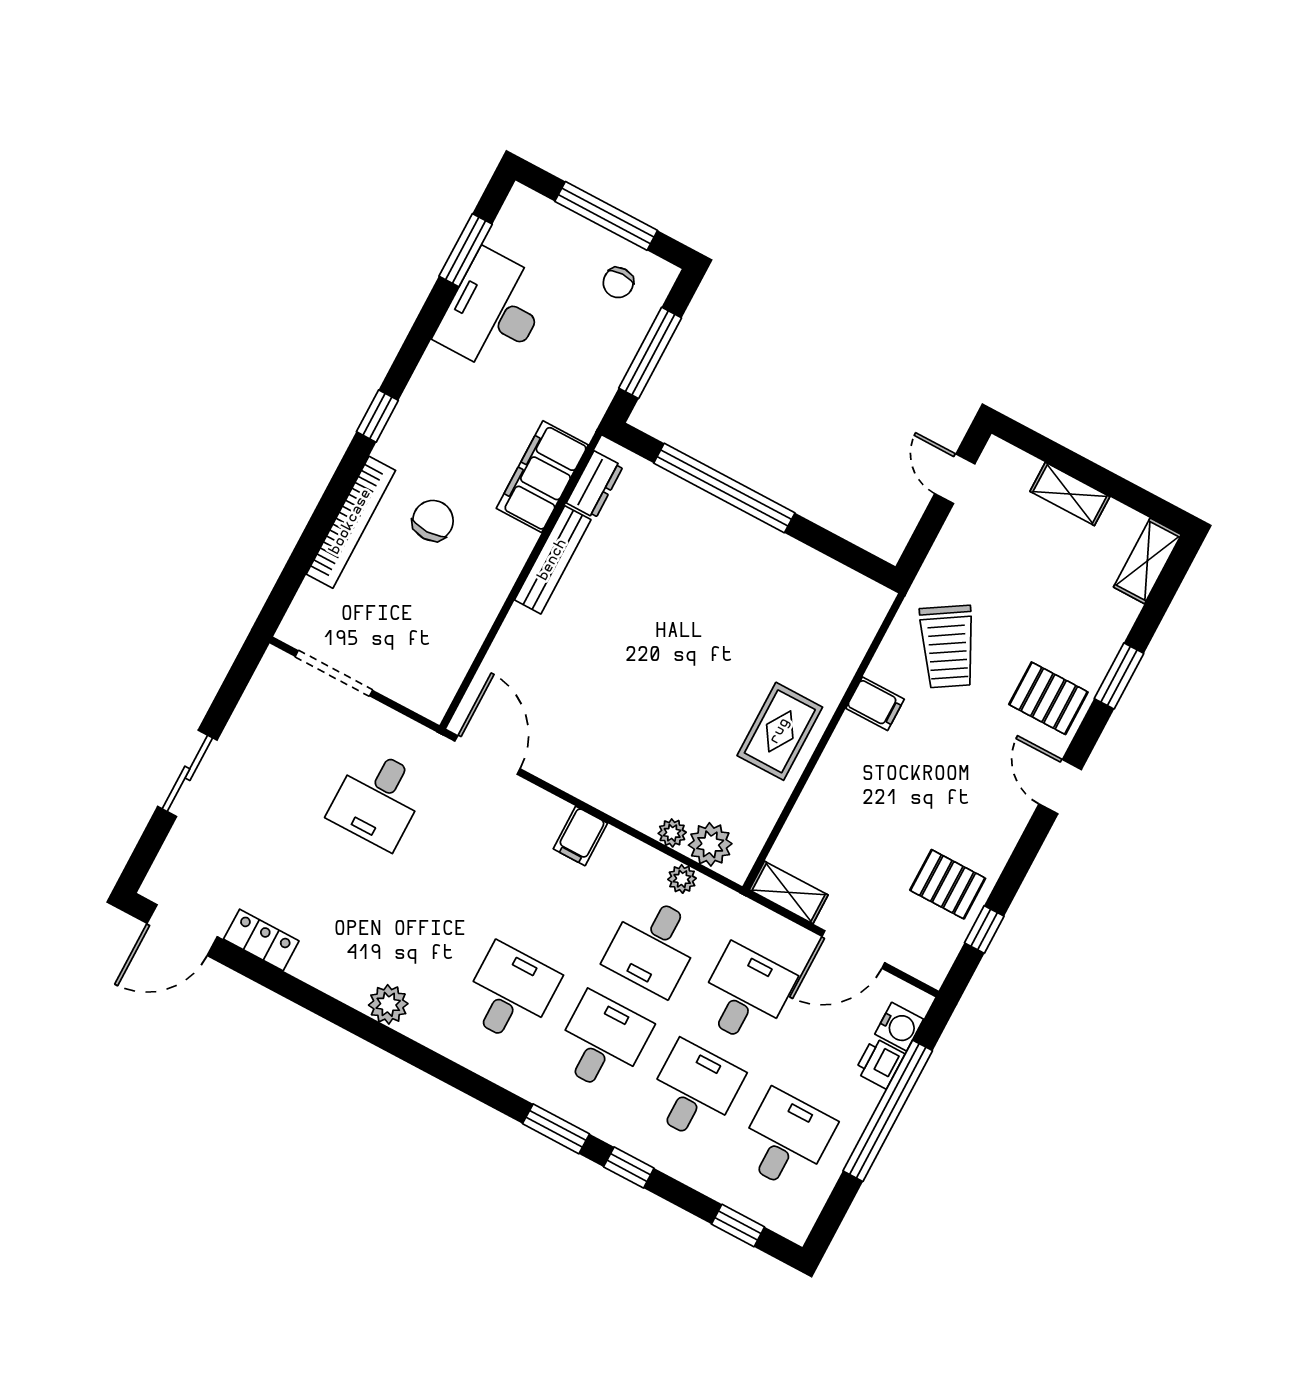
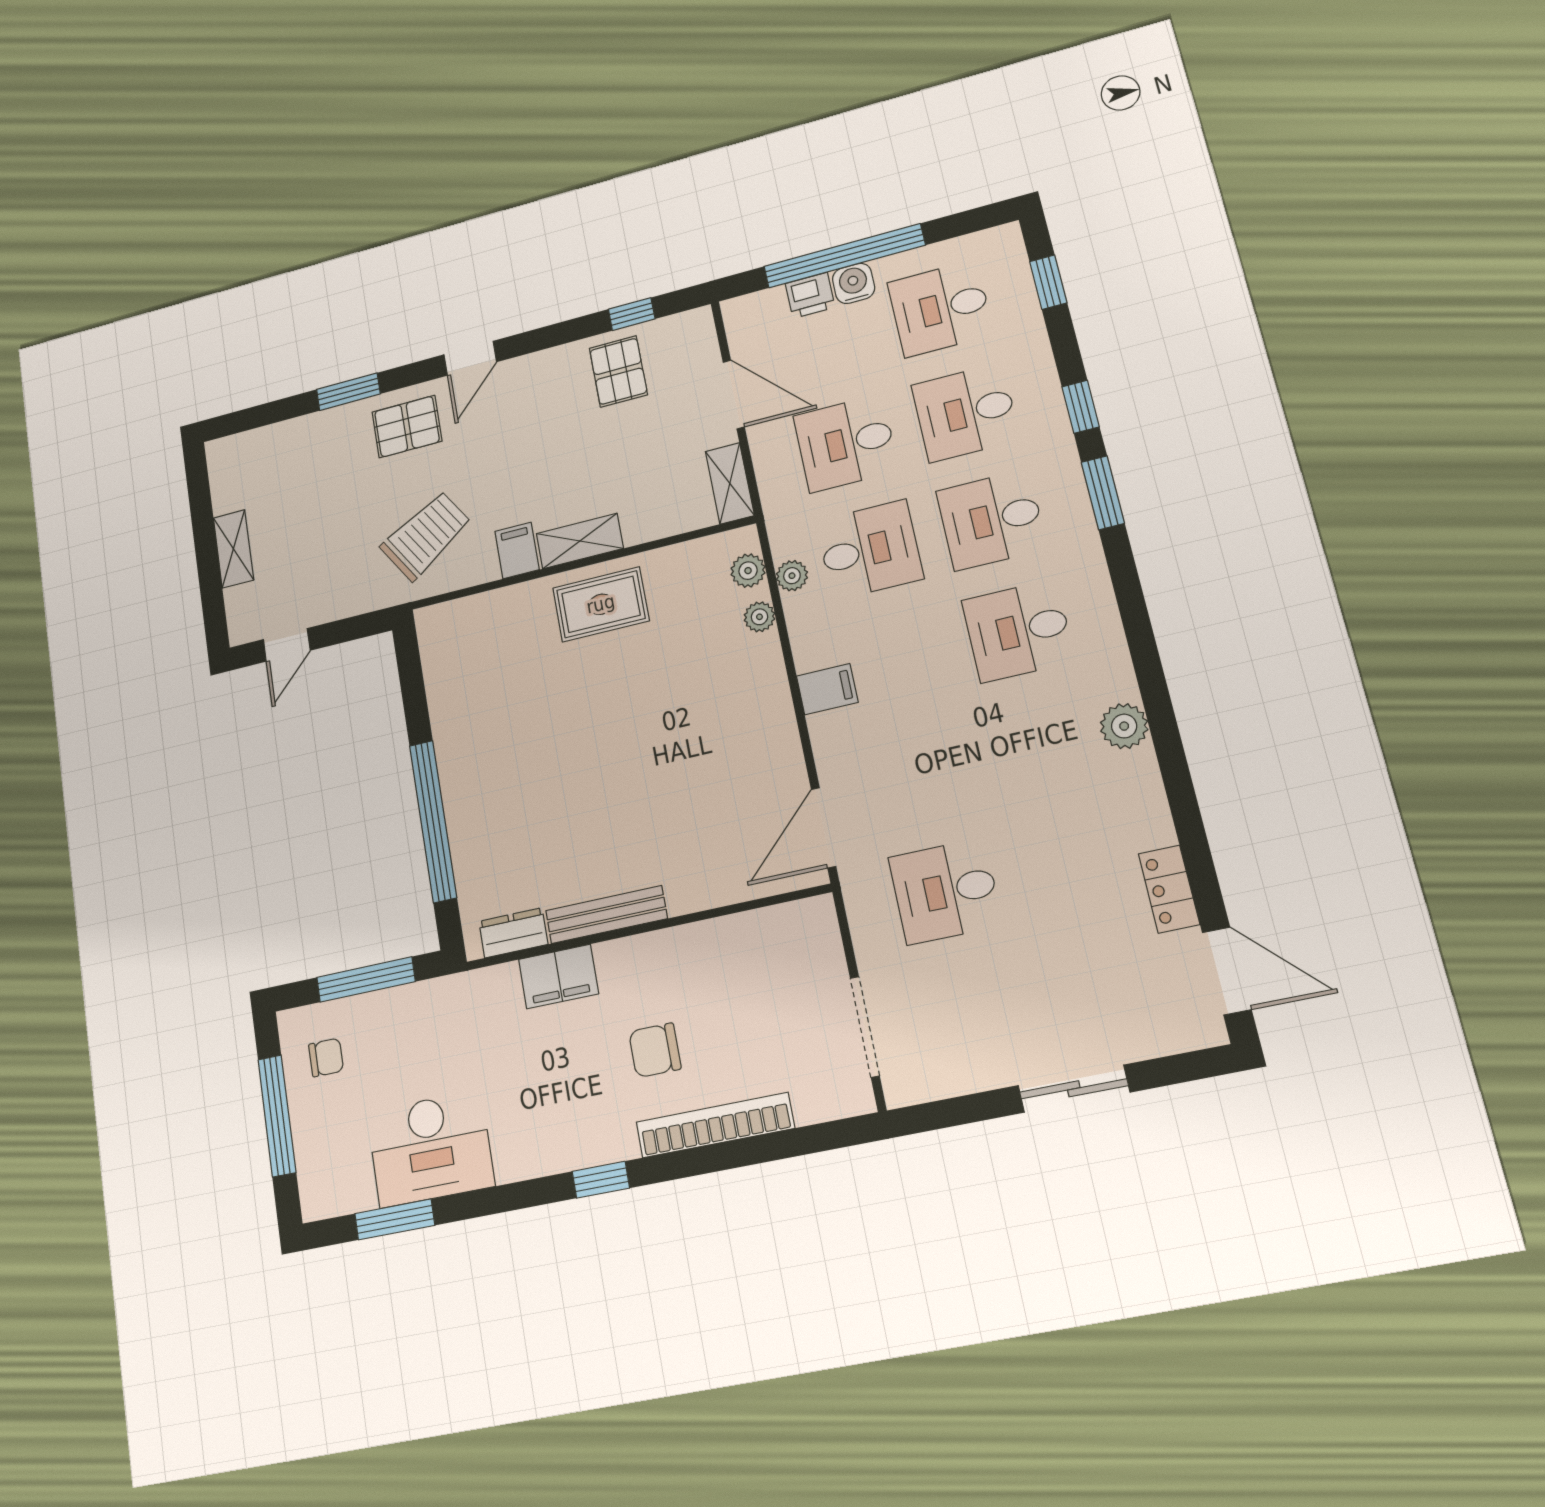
filing cabinet: (542, 477) -> (558, 976), width x0.67, depth x0.86
shelving: (1147, 561) -> (580, 541), moved
pallet: (1048, 698) -> (407, 427), turned 90
desk: (378, 799) -> (945, 891), turned 180
plant: (710, 844) -> (748, 571), width x0.73, depth x0.73
water cooler: (899, 1027) -> (854, 283), moved

